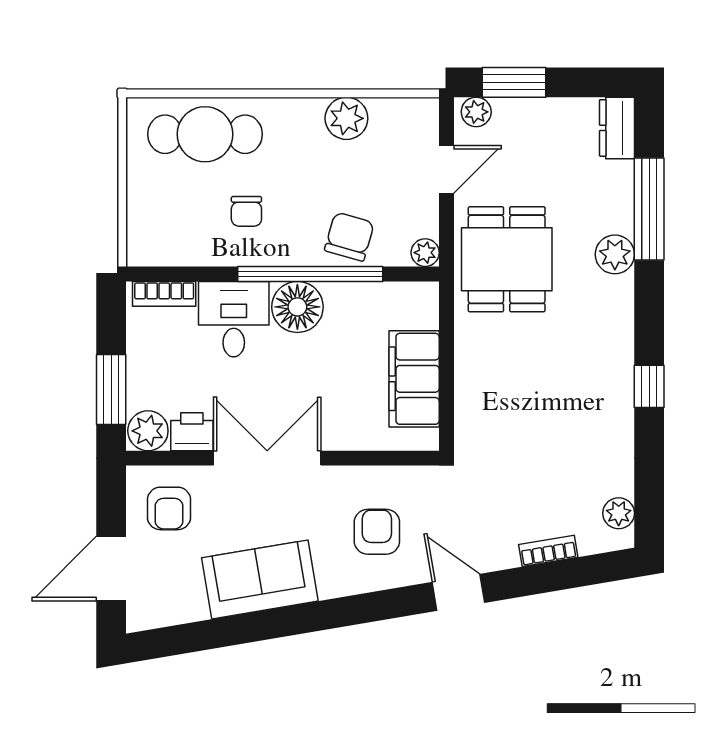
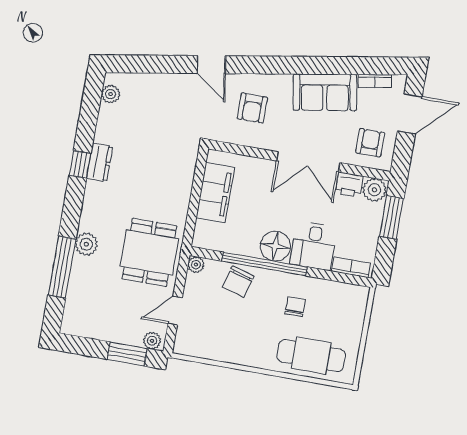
plant: (346, 118) -> (228, 350), removed
dresser: (617, 128) -> (100, 162), moved
bookcase: (548, 551) -> (375, 81), moved

